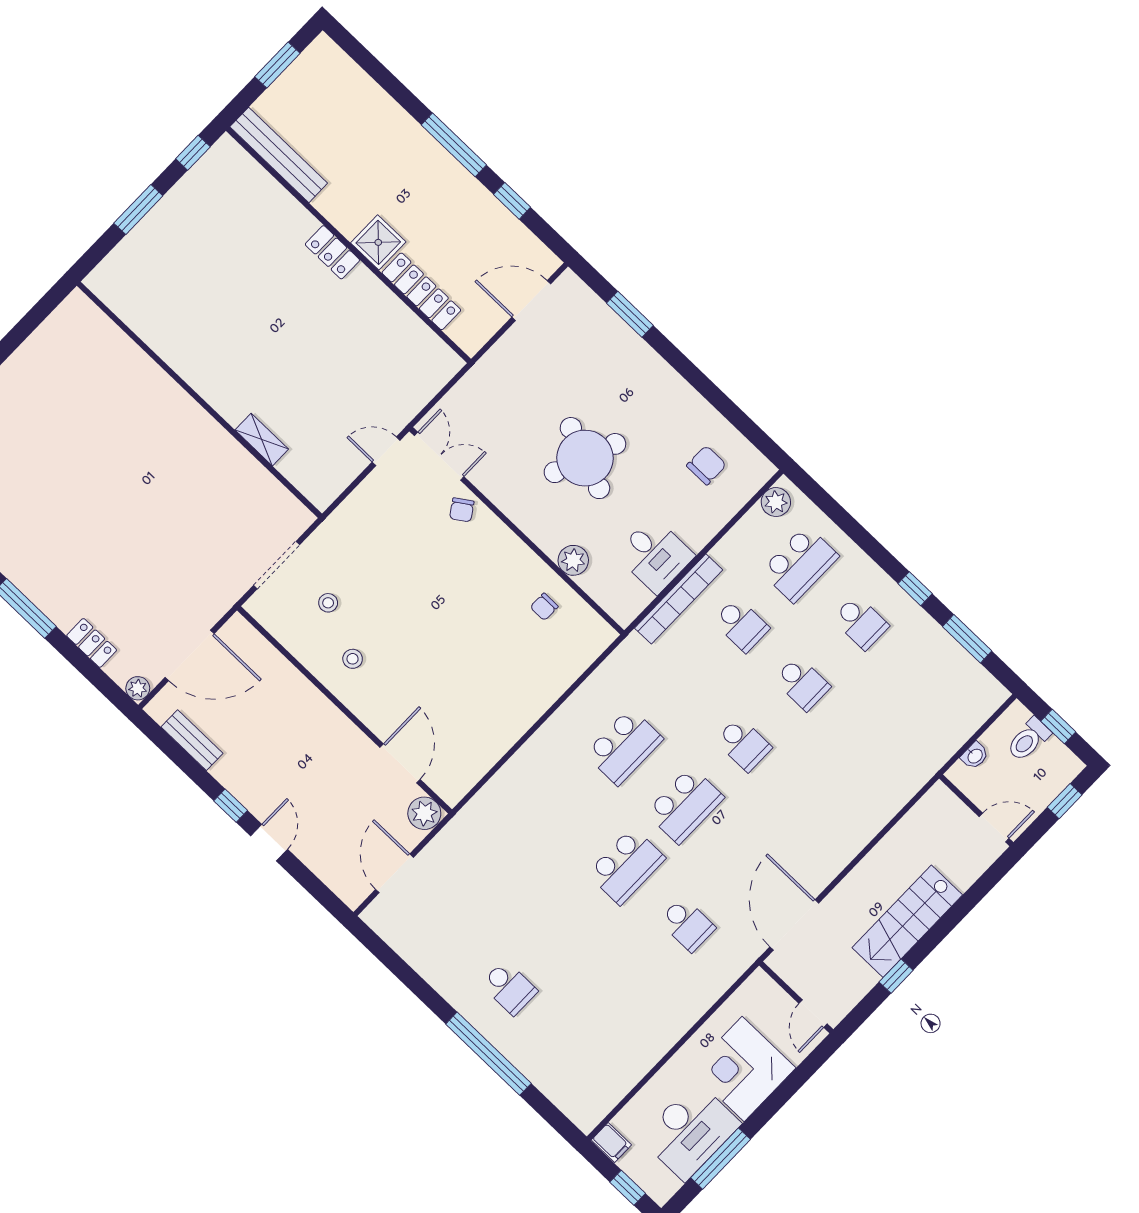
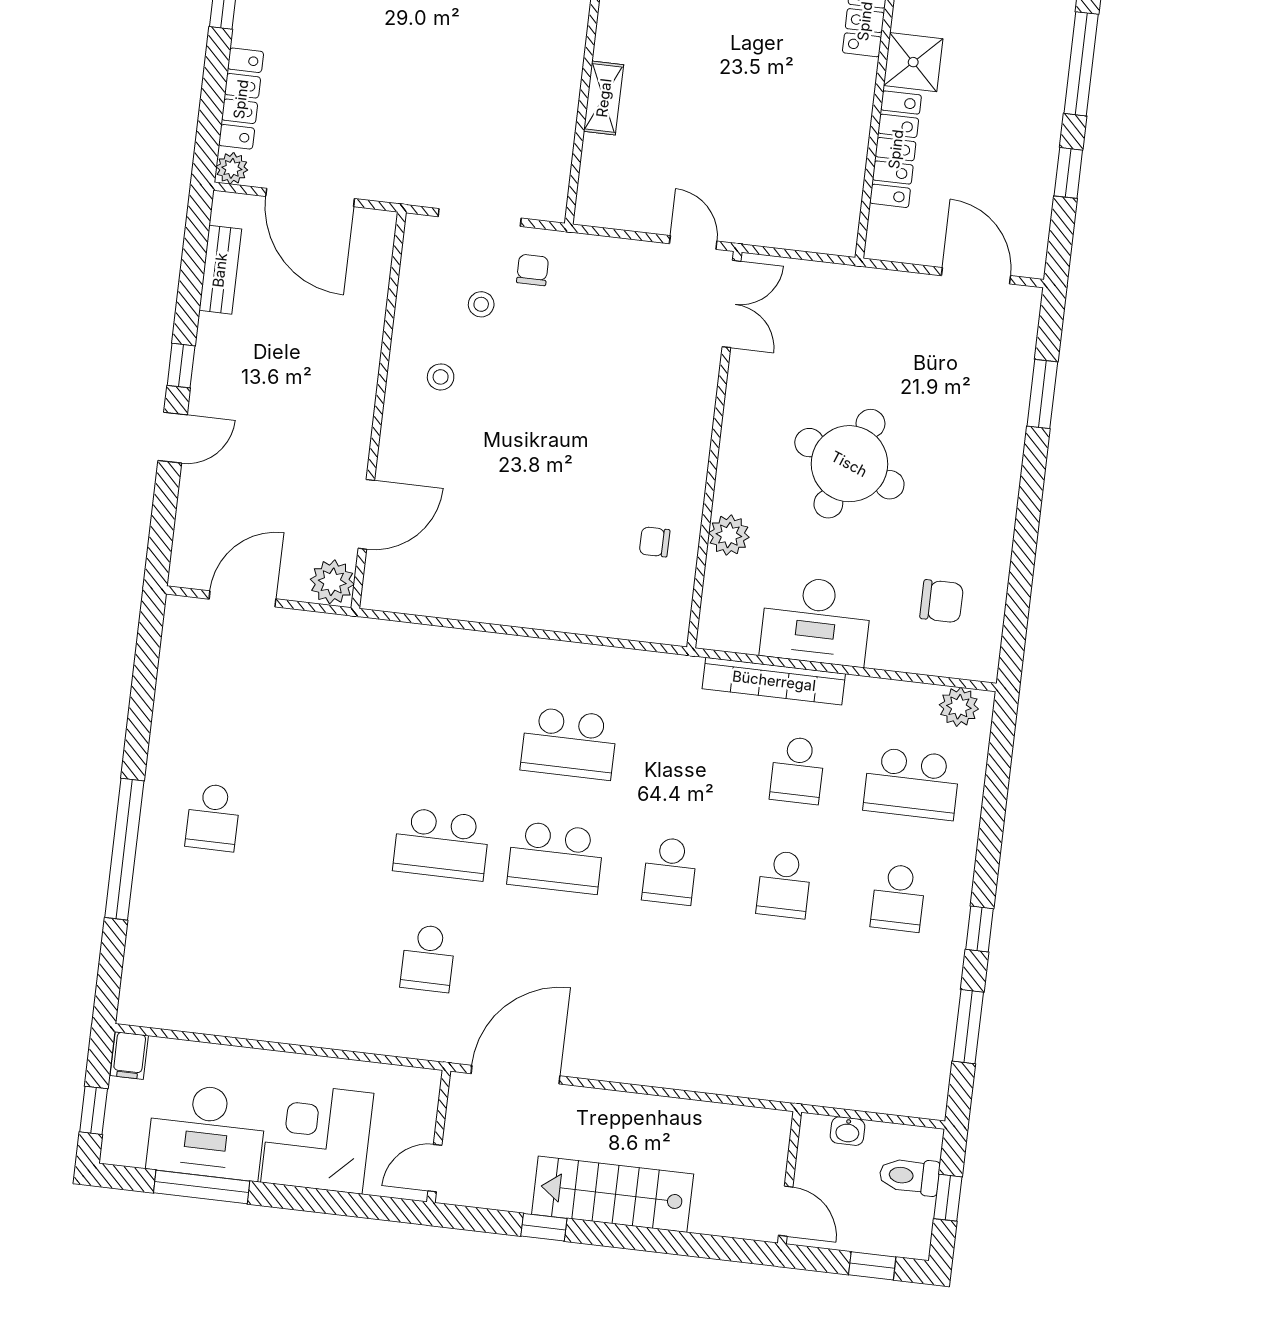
chair: (462, 510) -> (533, 270), moved, turned 124
desk: (655, 555) -> (816, 621), width x1.37
locker: (92, 643) -> (241, 99), width x1.53

